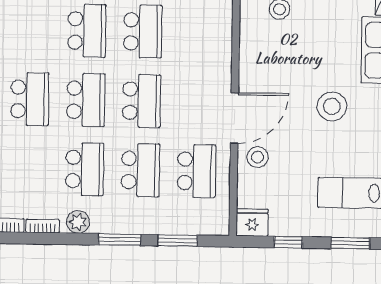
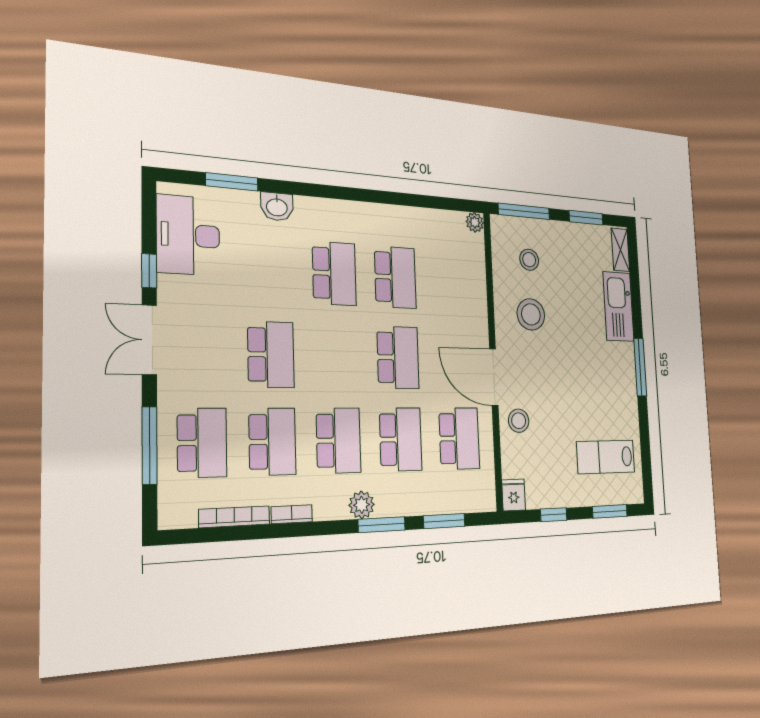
school desk: (86, 100) -> (272, 442), moved
stool: (332, 106) -> (531, 314), moved
door: (234, 118) -> (494, 377), swing flipped
plant: (78, 222) -> (362, 505), moved
fridge: (252, 222) -> (514, 495), width x0.72

